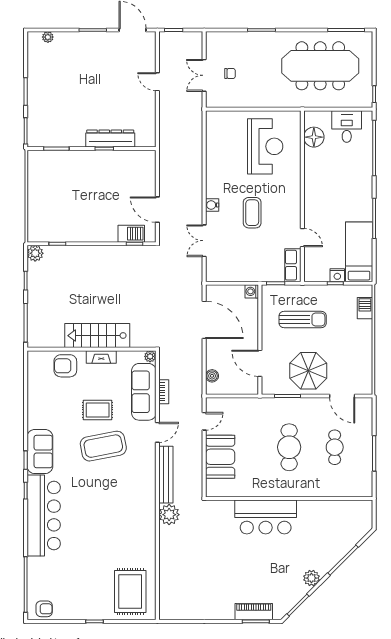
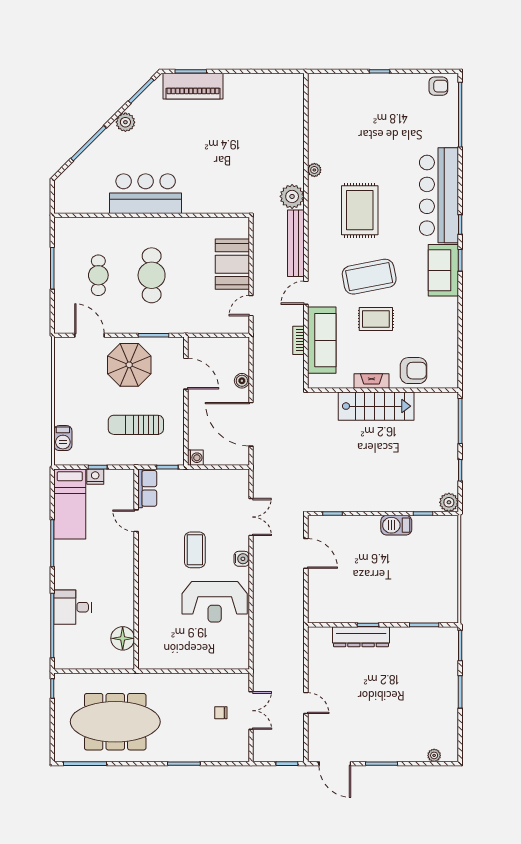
desk: (347, 126) -> (73, 607), moved, turned 90
reception desk: (265, 146) -> (215, 602), moved, turned -90
barbecue: (131, 234) -> (396, 525), moved
plant: (150, 356) -> (314, 170), moved
boiler: (212, 376) -> (242, 381), moved
bar counter: (266, 517) -> (146, 194), moved
rug: (130, 591) -> (360, 210), moved
armchair: (44, 609) -> (438, 86), turned 180
piano: (254, 612) -> (193, 86), width x1.37, depth x1.33

